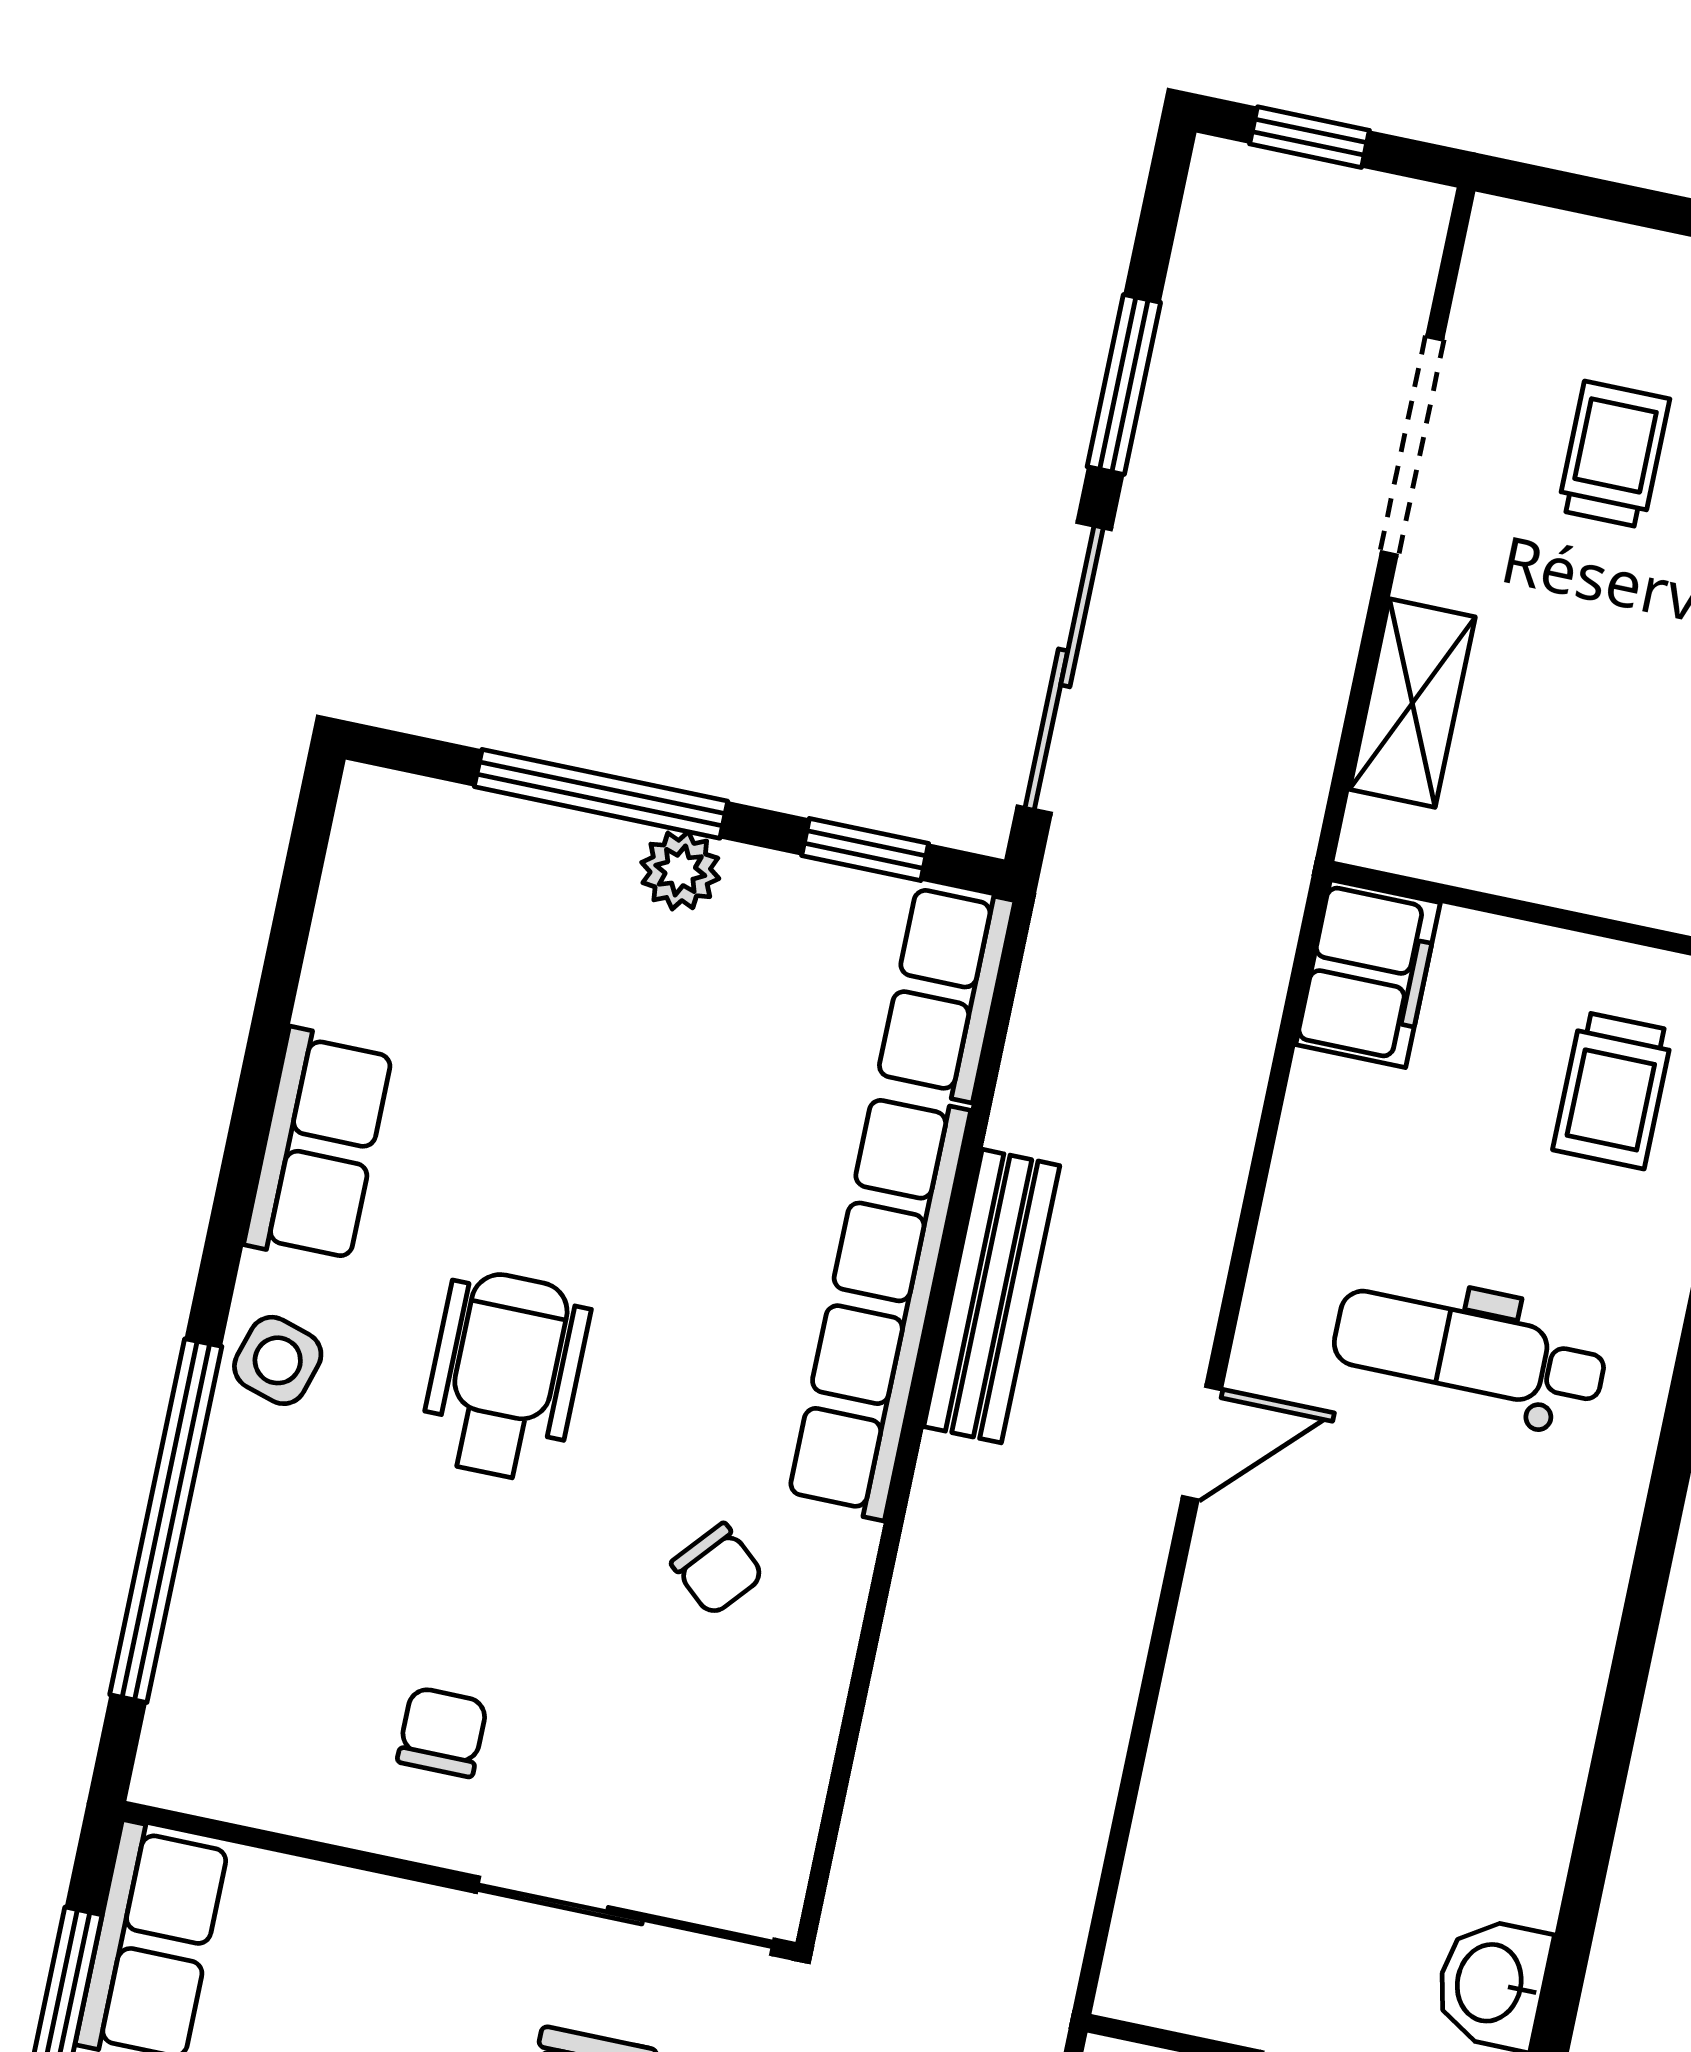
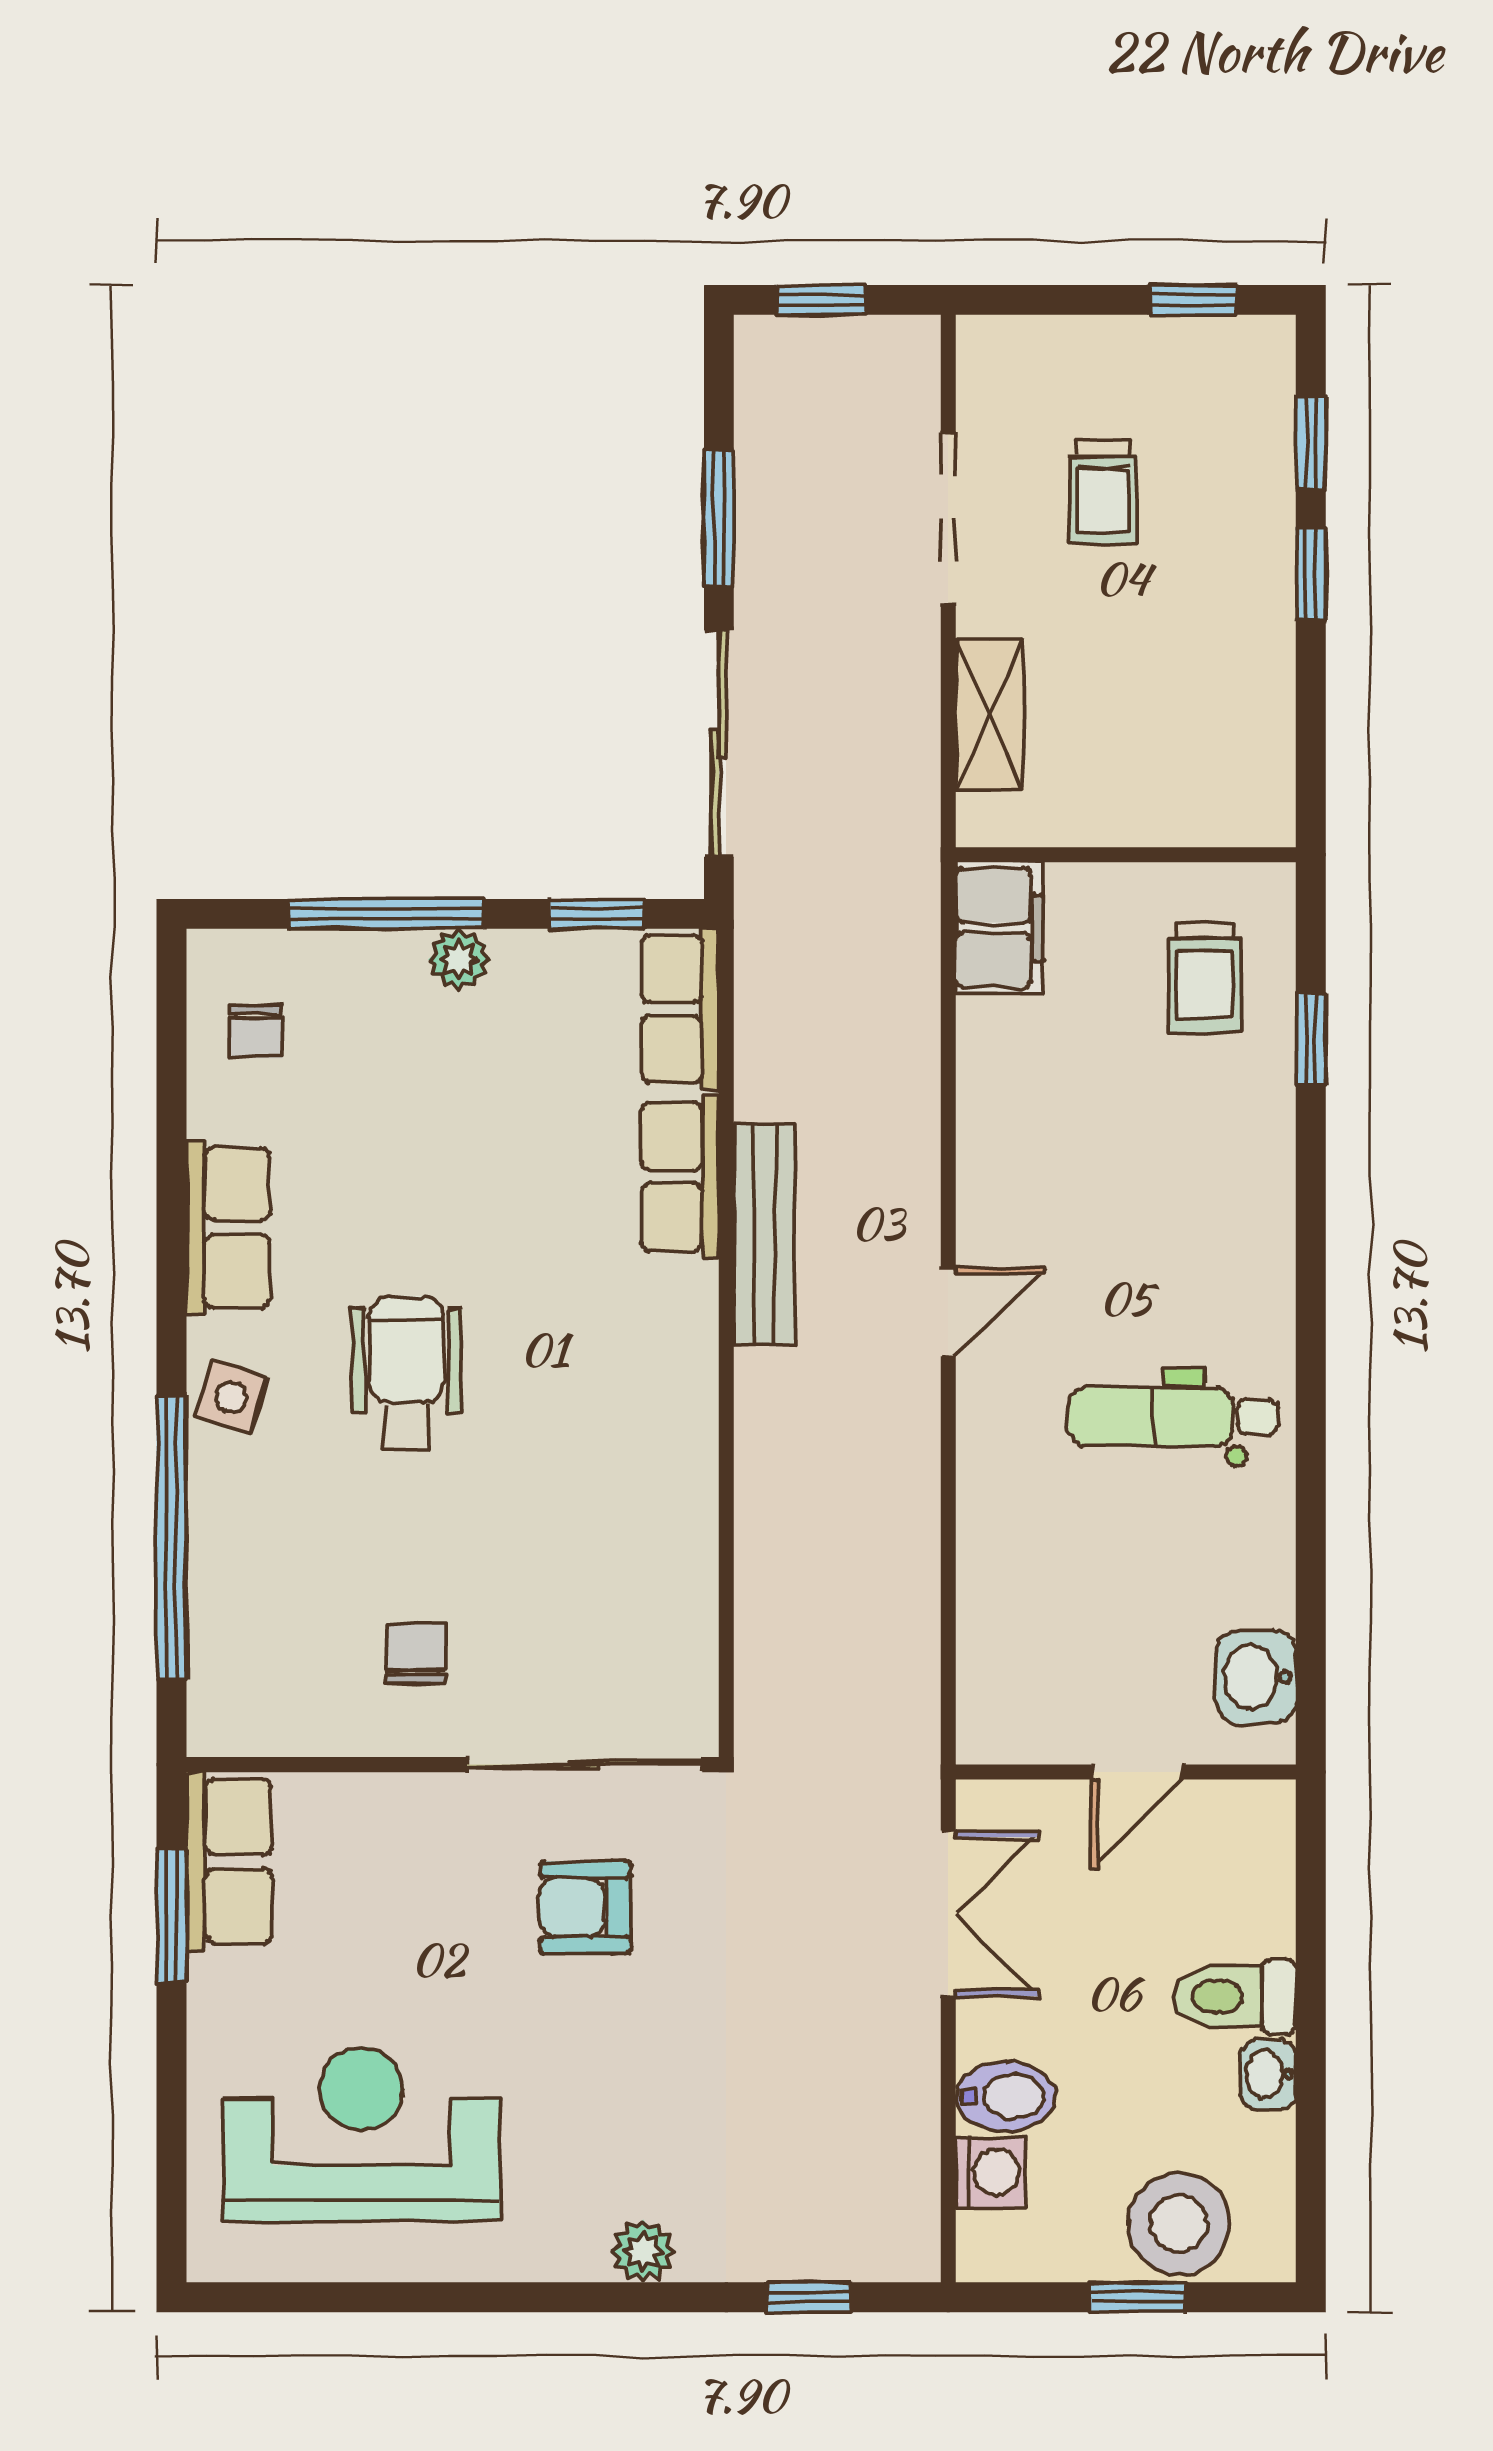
trolley: (1614, 454) -> (1103, 493), turned 180
row of seats: (879, 1306) -> (680, 1177), width x0.50
dental chair: (1470, 1351) -> (1173, 1417), moved
chair: (718, 1569) -> (256, 1032), moved, turned 49

